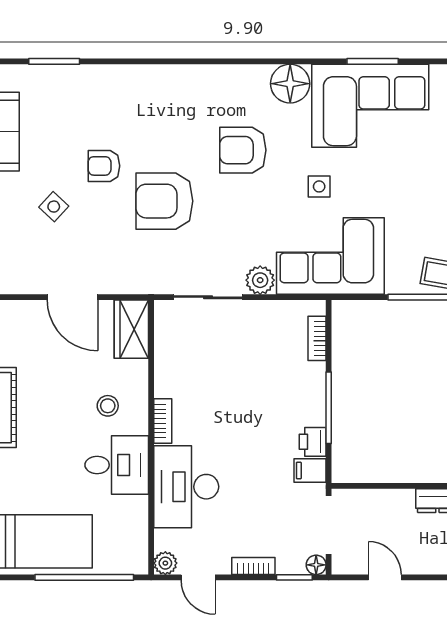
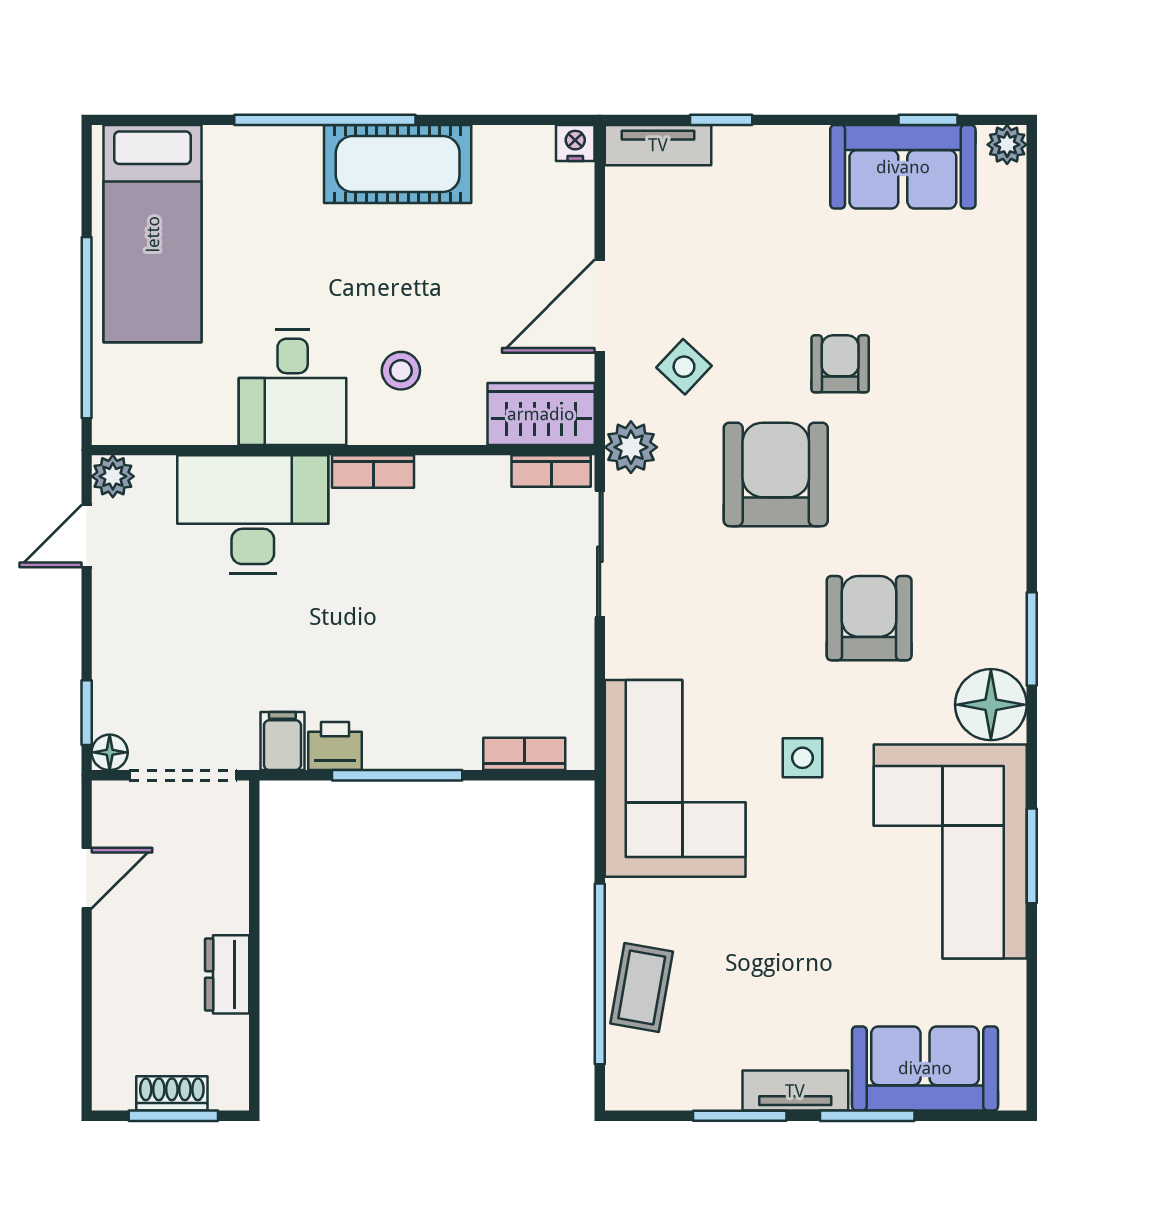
window: (54, 61) -> (1032, 639), moved
side table: (54, 207) -> (684, 367), moved
plant: (260, 280) -> (631, 447), moved
bookcase: (253, 566) -> (551, 471), moved, turned 90

